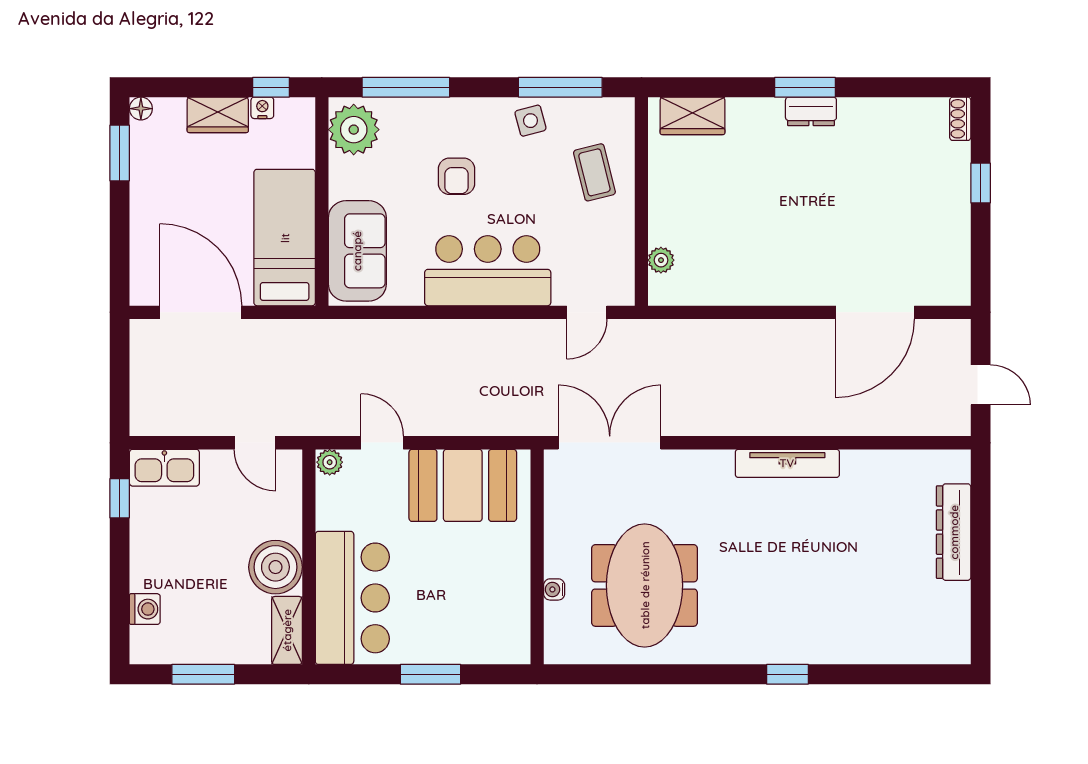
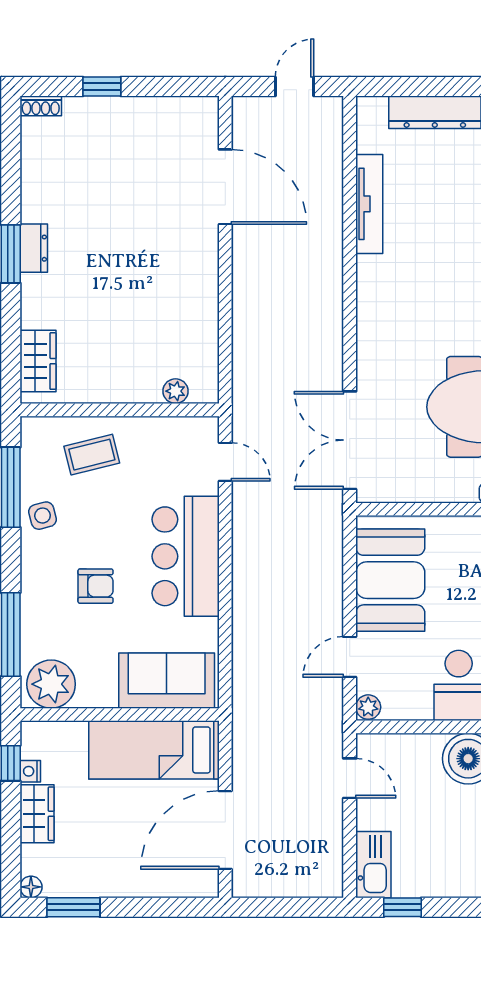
door: (255, 443) -> (350, 778), hinge flipped
tv unit: (787, 463) -> (369, 204), moved

